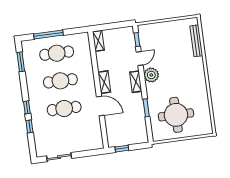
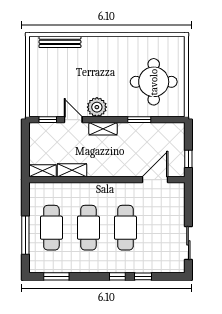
shelving: (104, 82) -> (72, 170), moved
door: (100, 106) -> (155, 180), moved

